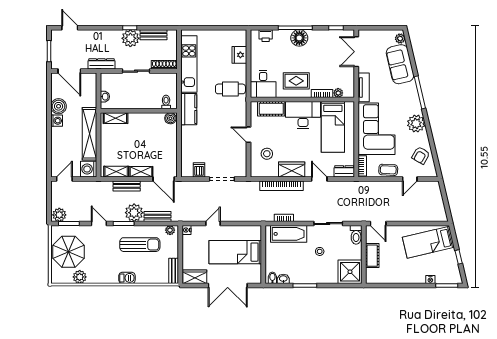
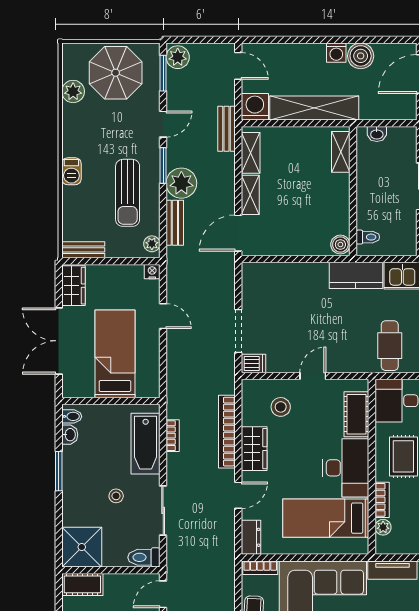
dishwasher: (199, 170) -> (253, 363), moved
bench: (127, 186) -> (226, 129), moved
cot: (372, 256) -> (82, 584), moved

